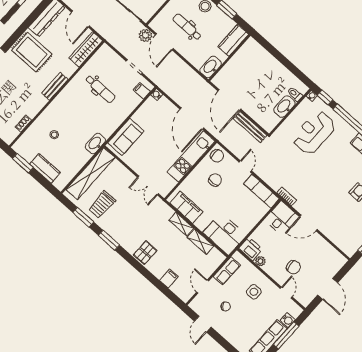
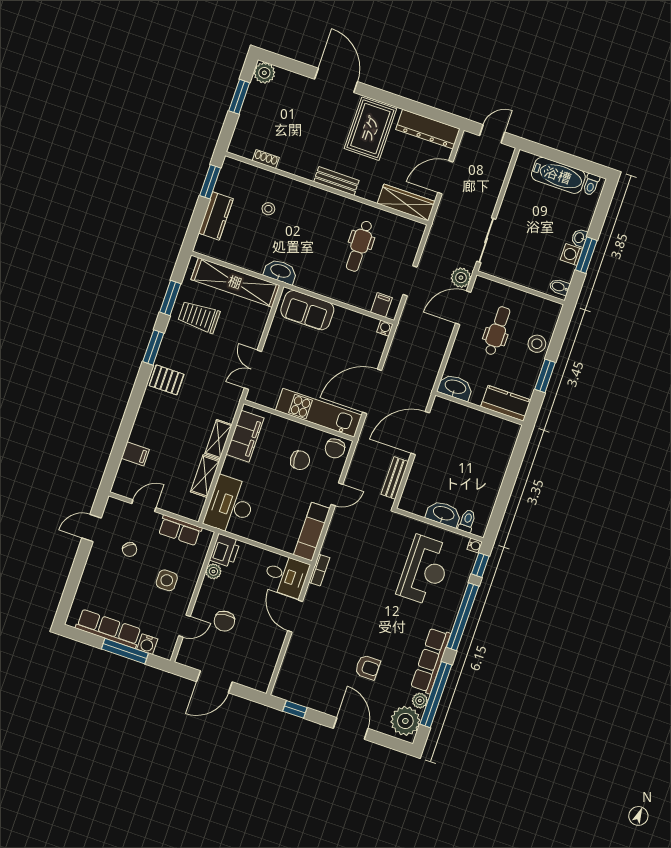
bench: (250, 127) -> (395, 478), width x0.73
reception desk: (314, 133) -> (425, 570), turned 90
pallet: (145, 253) -> (167, 380), moved

